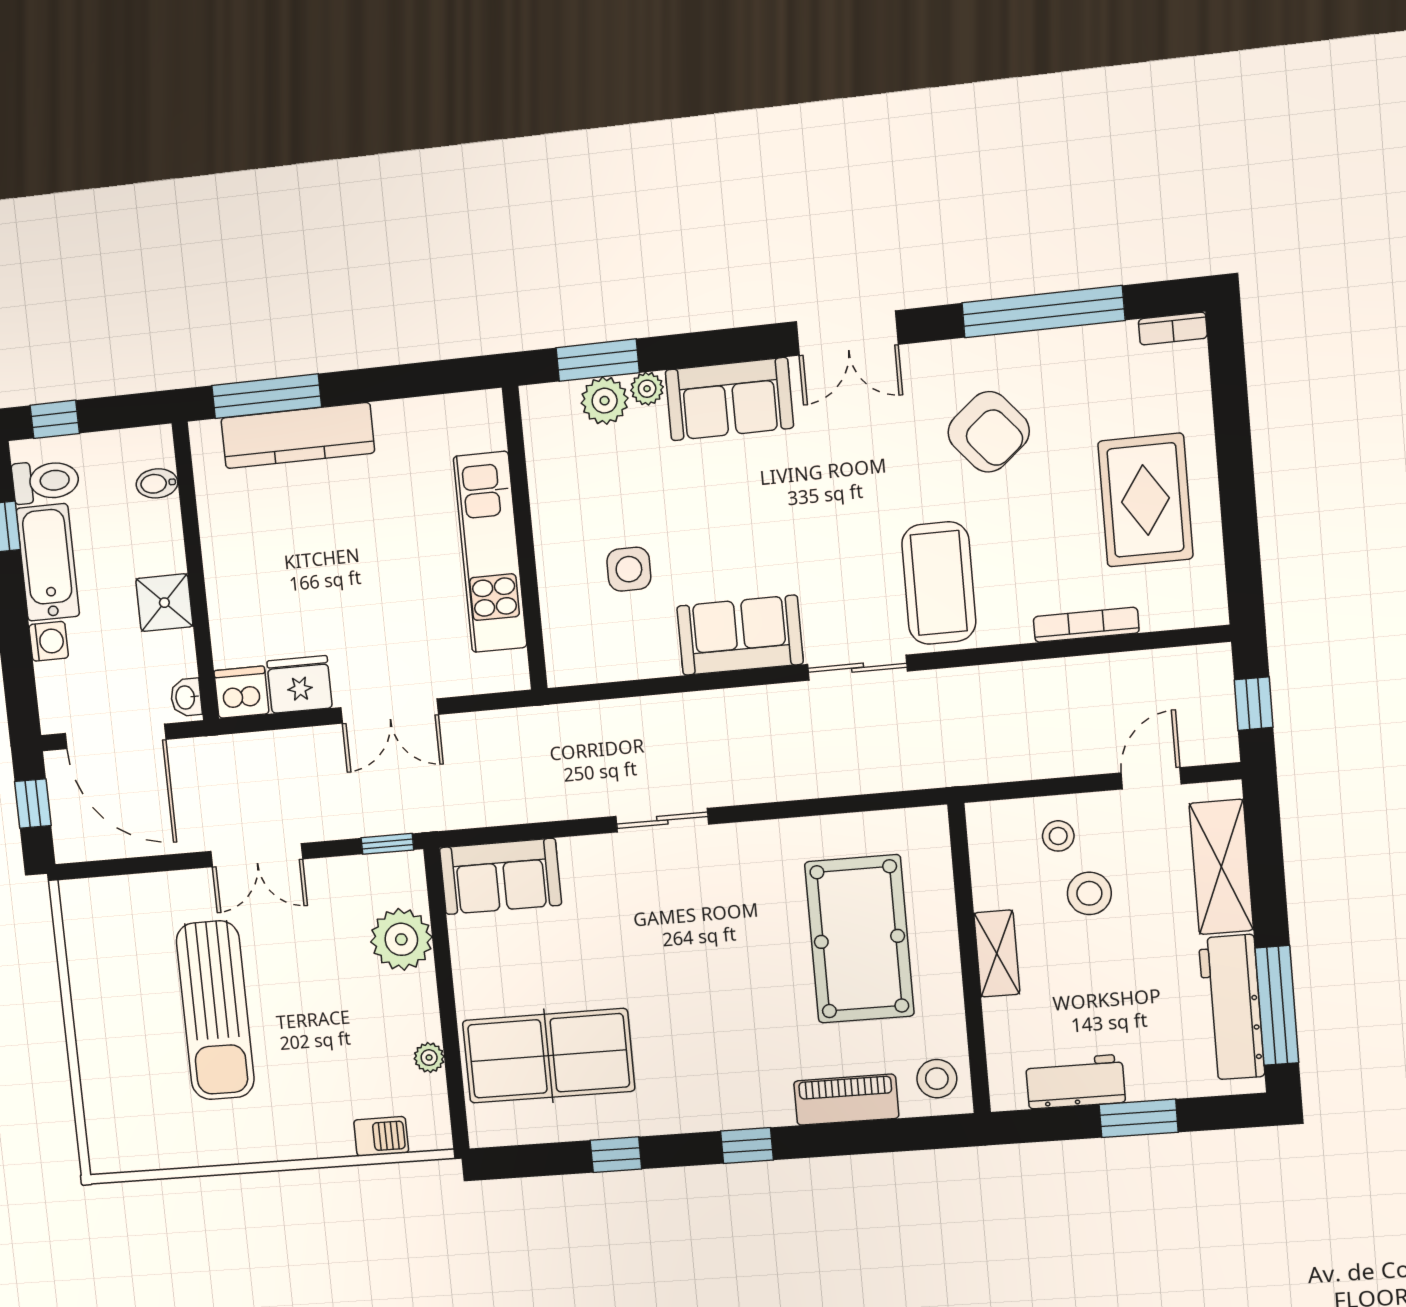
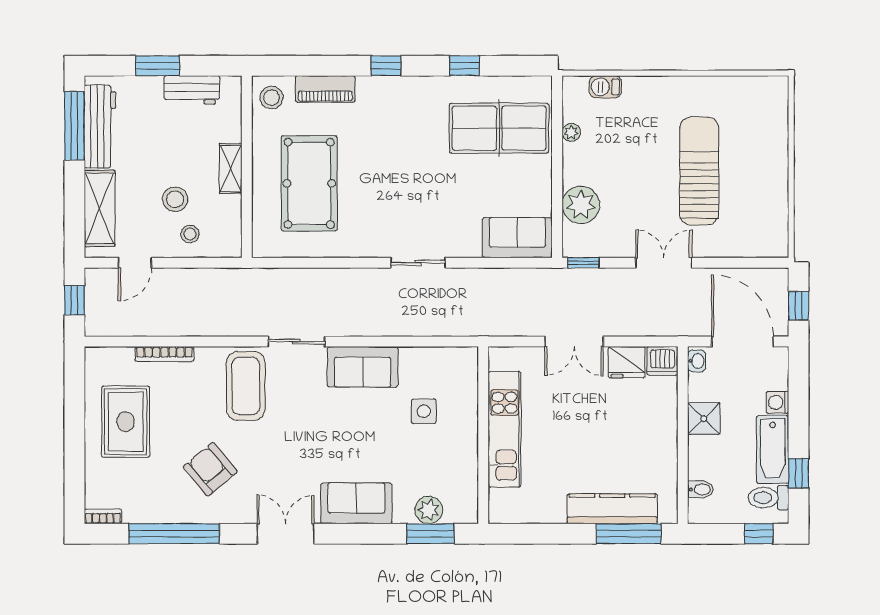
plant: (647, 389) -> (403, 514), removed
double door: (389, 711) -> (574, 342), swing flipped

